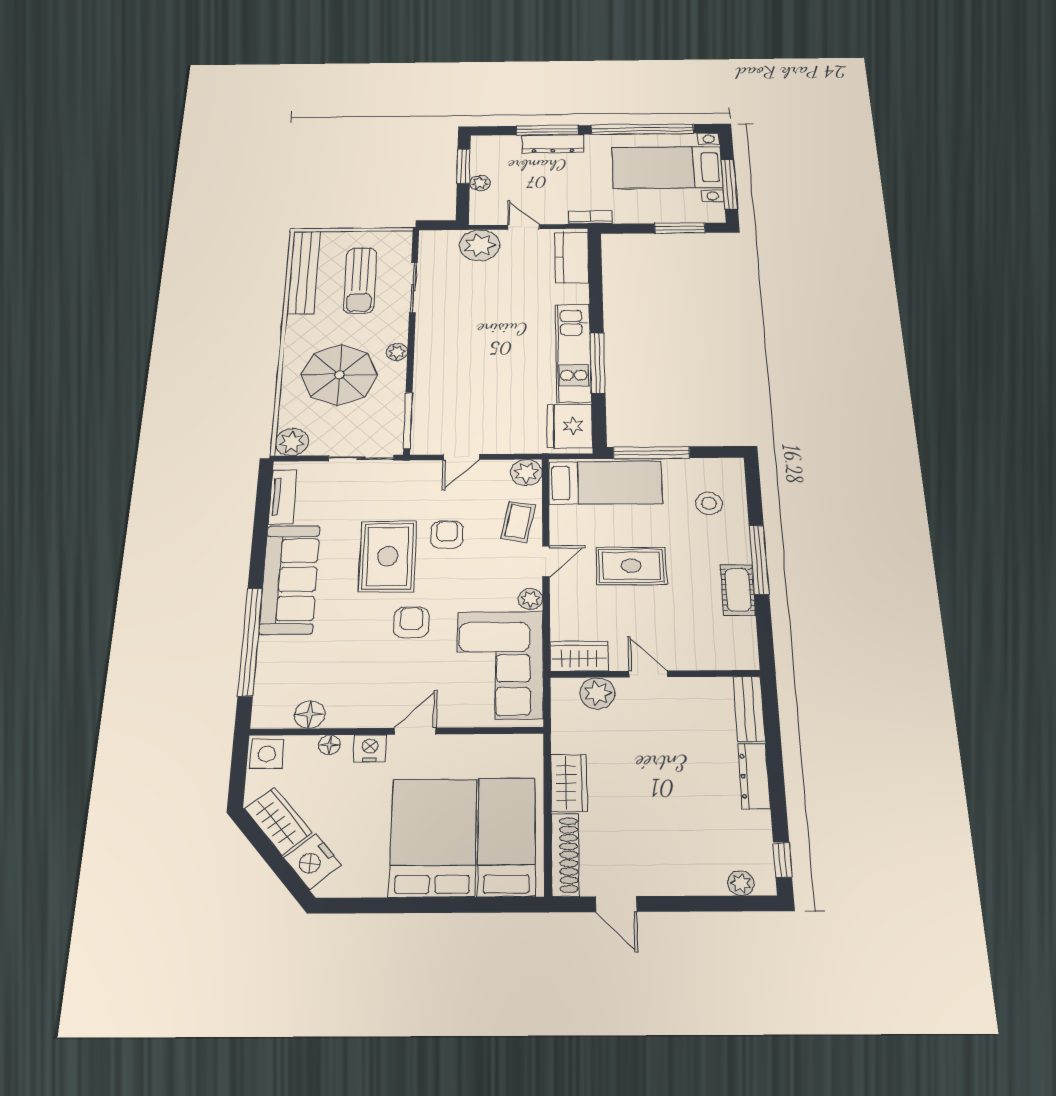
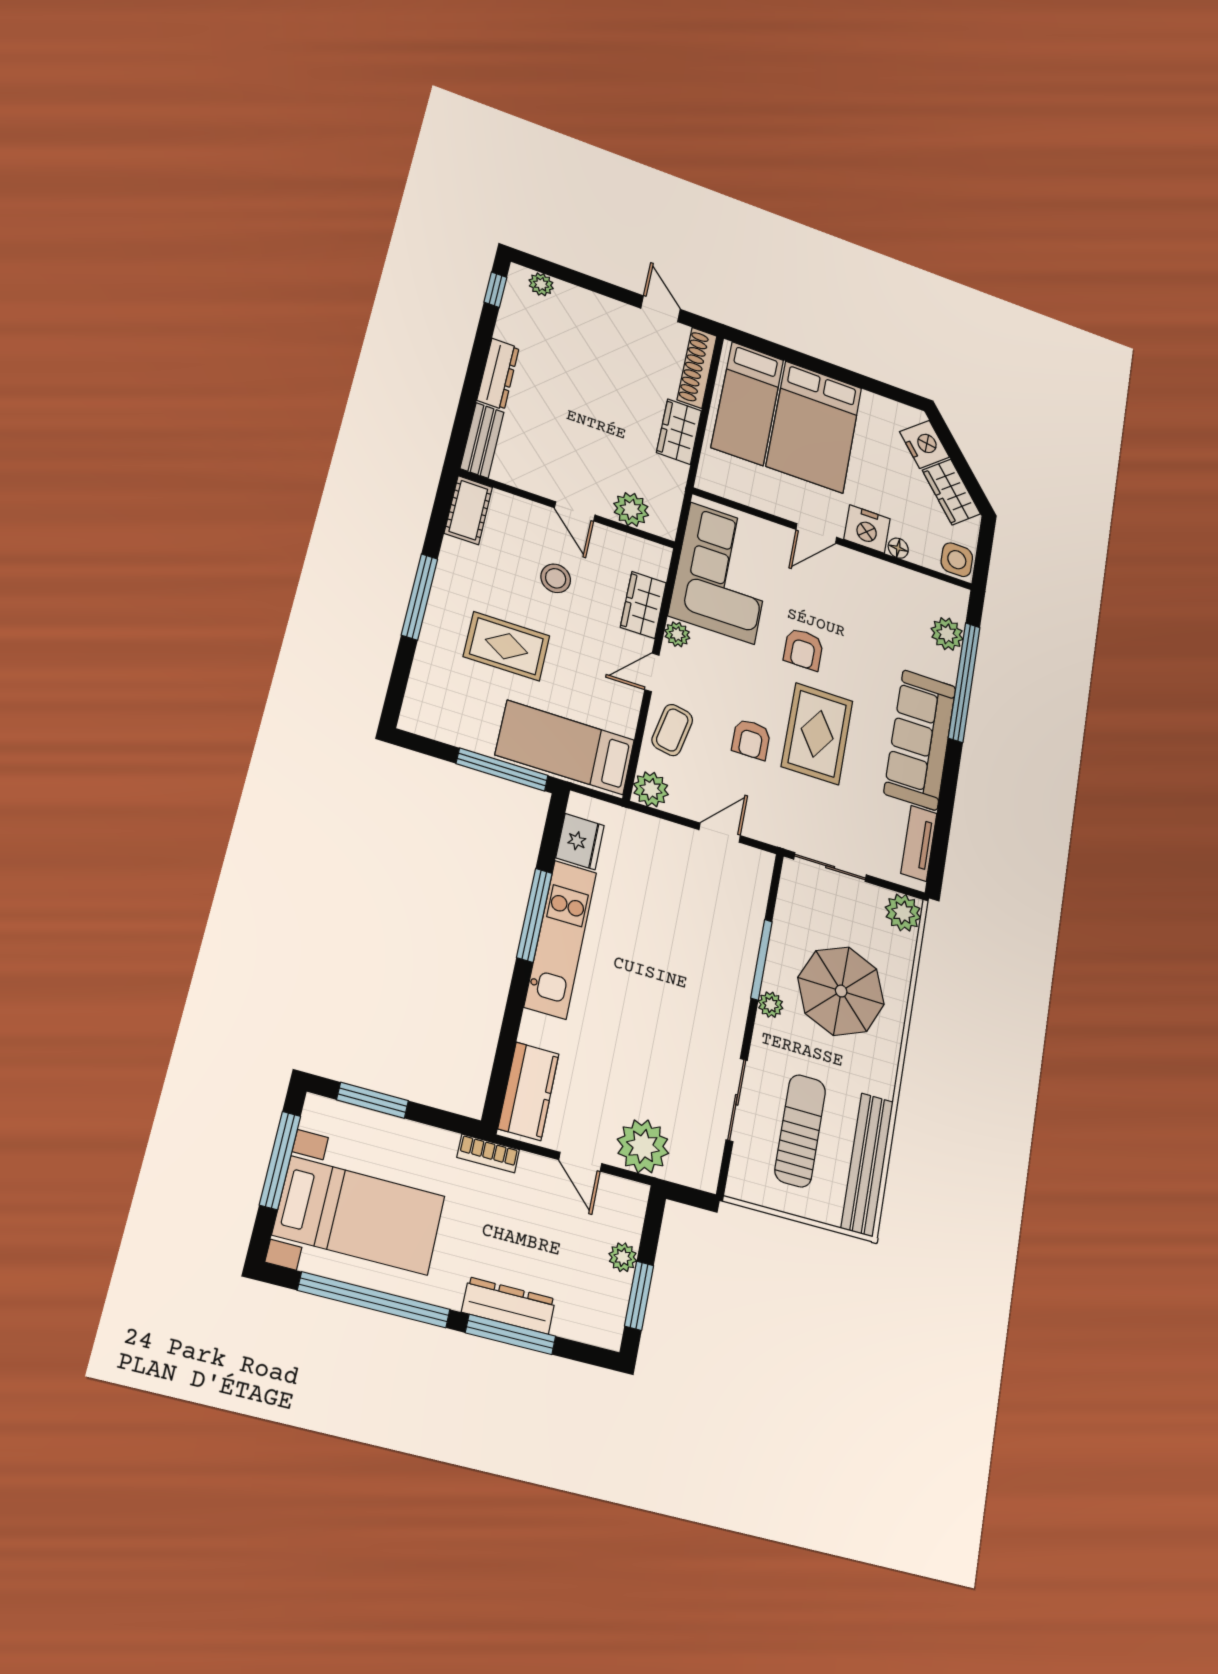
window: (408, 421) -> (761, 960), moved
fridge: (570, 426) -> (580, 842), width x0.73, depth x0.75
stool: (709, 503) -> (556, 578), moved
rug: (631, 566) -> (507, 646), moved
cot: (738, 590) -> (468, 510), moved
wardrobe: (579, 656) -> (643, 605), moved, turned 90
plant: (271, 680) -> (947, 634), added
floor lamp: (310, 715) -> (914, 585), removed
nightstand: (370, 748) -> (867, 529), width x1.36, depth x1.33

